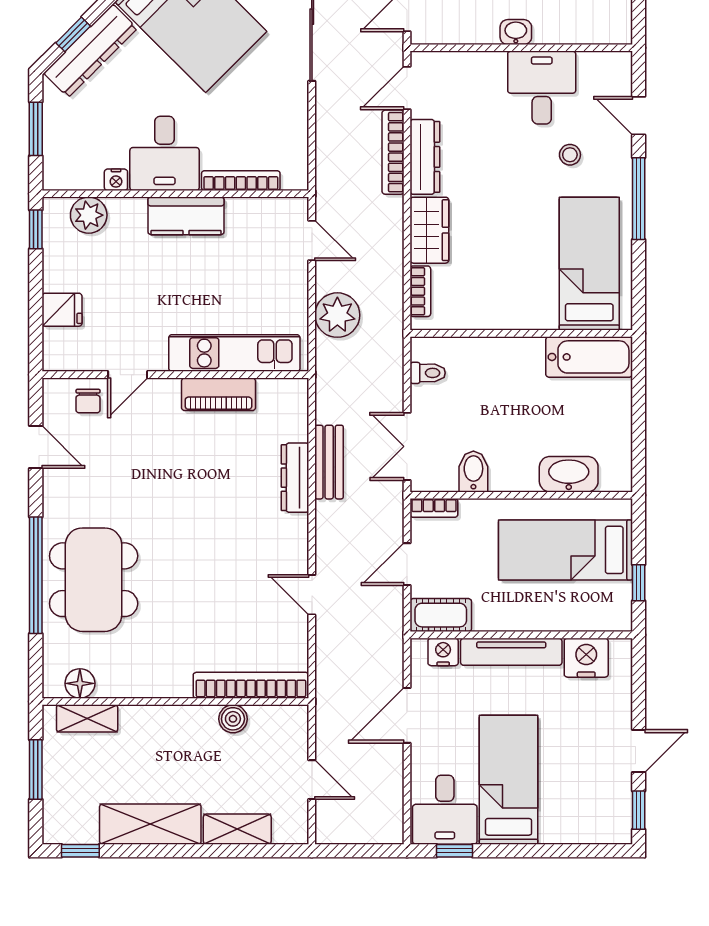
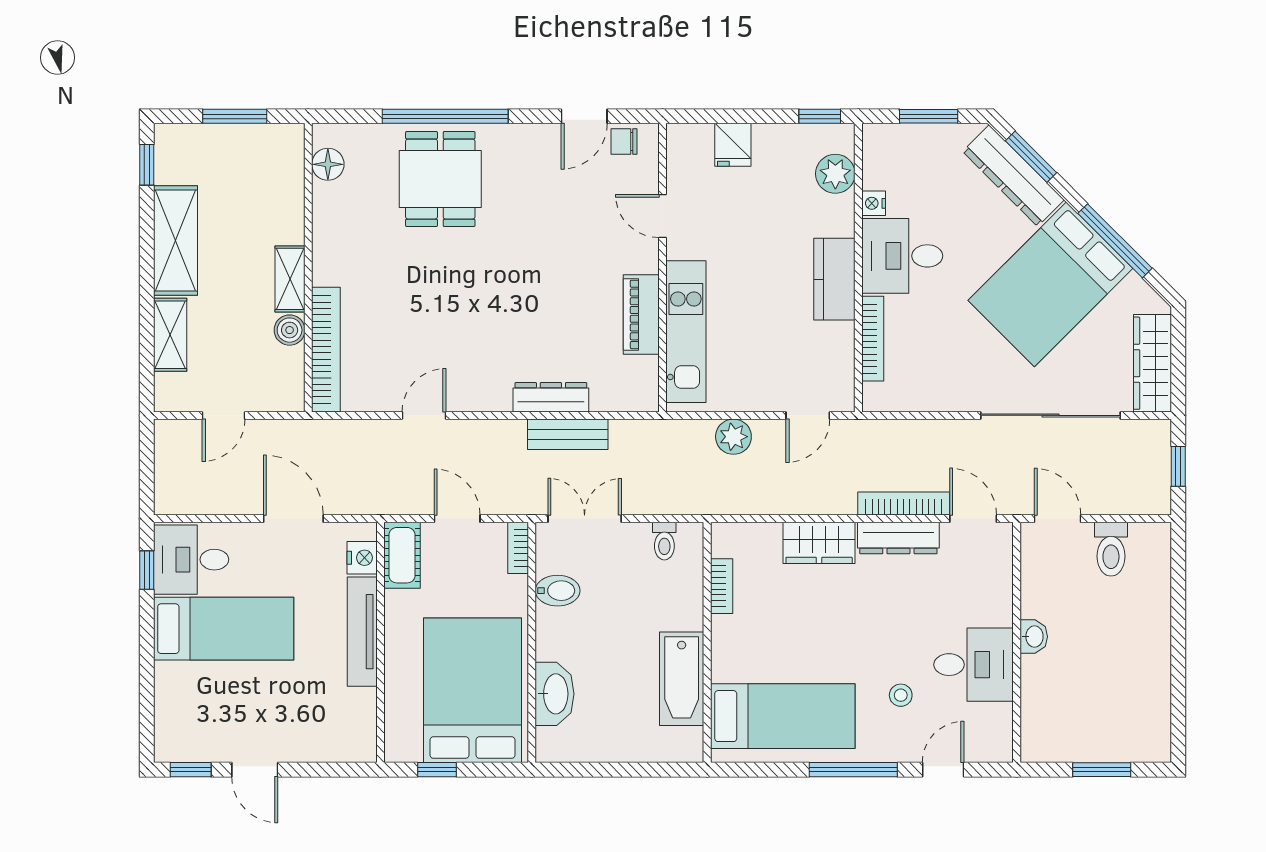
window: (73, 34) -> (1031, 157), width x1.50
bookcase: (420, 291) -> (722, 586), moved, turned -90
plant: (337, 315) -> (733, 437), width x0.73, depth x0.73
bathtub: (589, 357) -> (682, 679), moved
chair: (88, 401) -> (624, 142), moved
bed: (565, 550) -> (473, 690), width x1.50
dining table: (94, 580) -> (440, 179), width x0.73
nightstand: (586, 658) -> (356, 713), removed
shelving: (87, 718) -> (290, 279), moved

